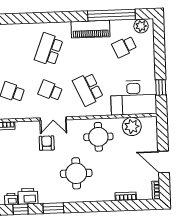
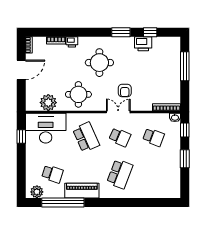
school desk: (124, 47) -> (52, 174), turned 42
door: (164, 162) -> (21, 70), hinge flipped
printer: (11, 199) -> (72, 42), moved

